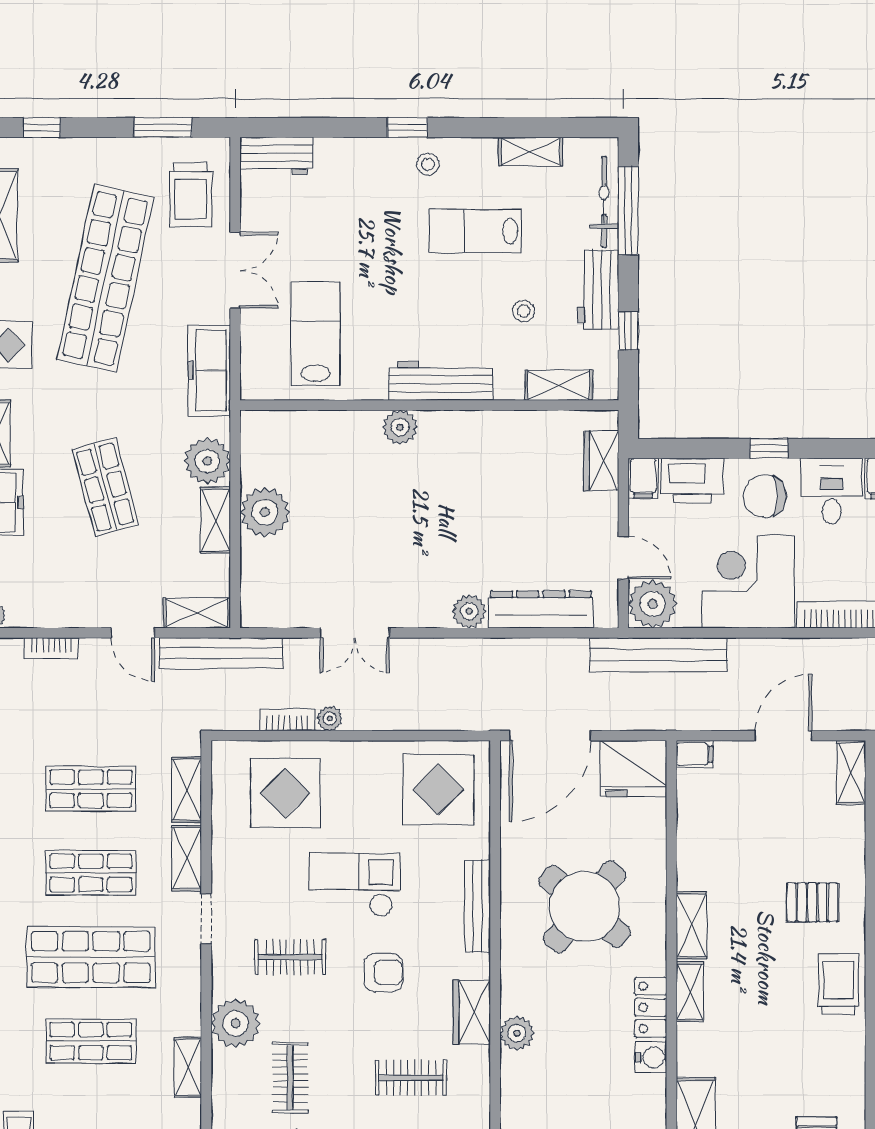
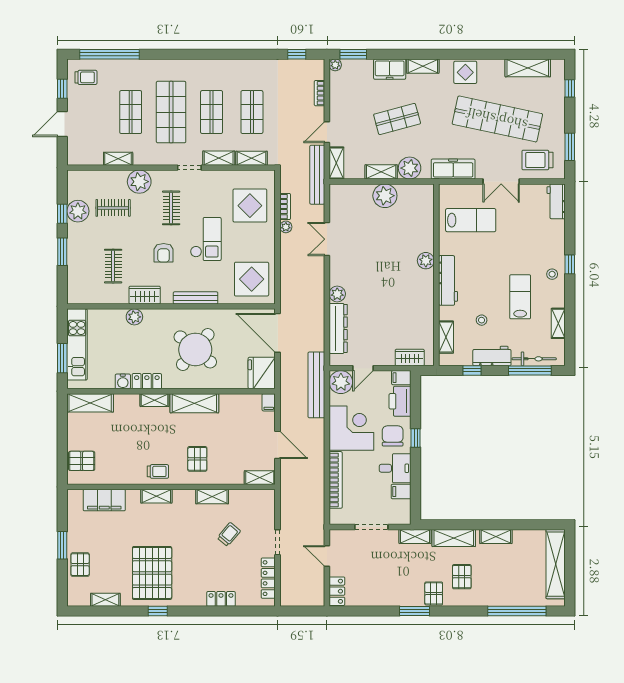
shelving: (691, 925) -> (194, 403), width x1.50, depth x1.33
trolley: (838, 984) -> (158, 471), width x0.73, depth x0.72

